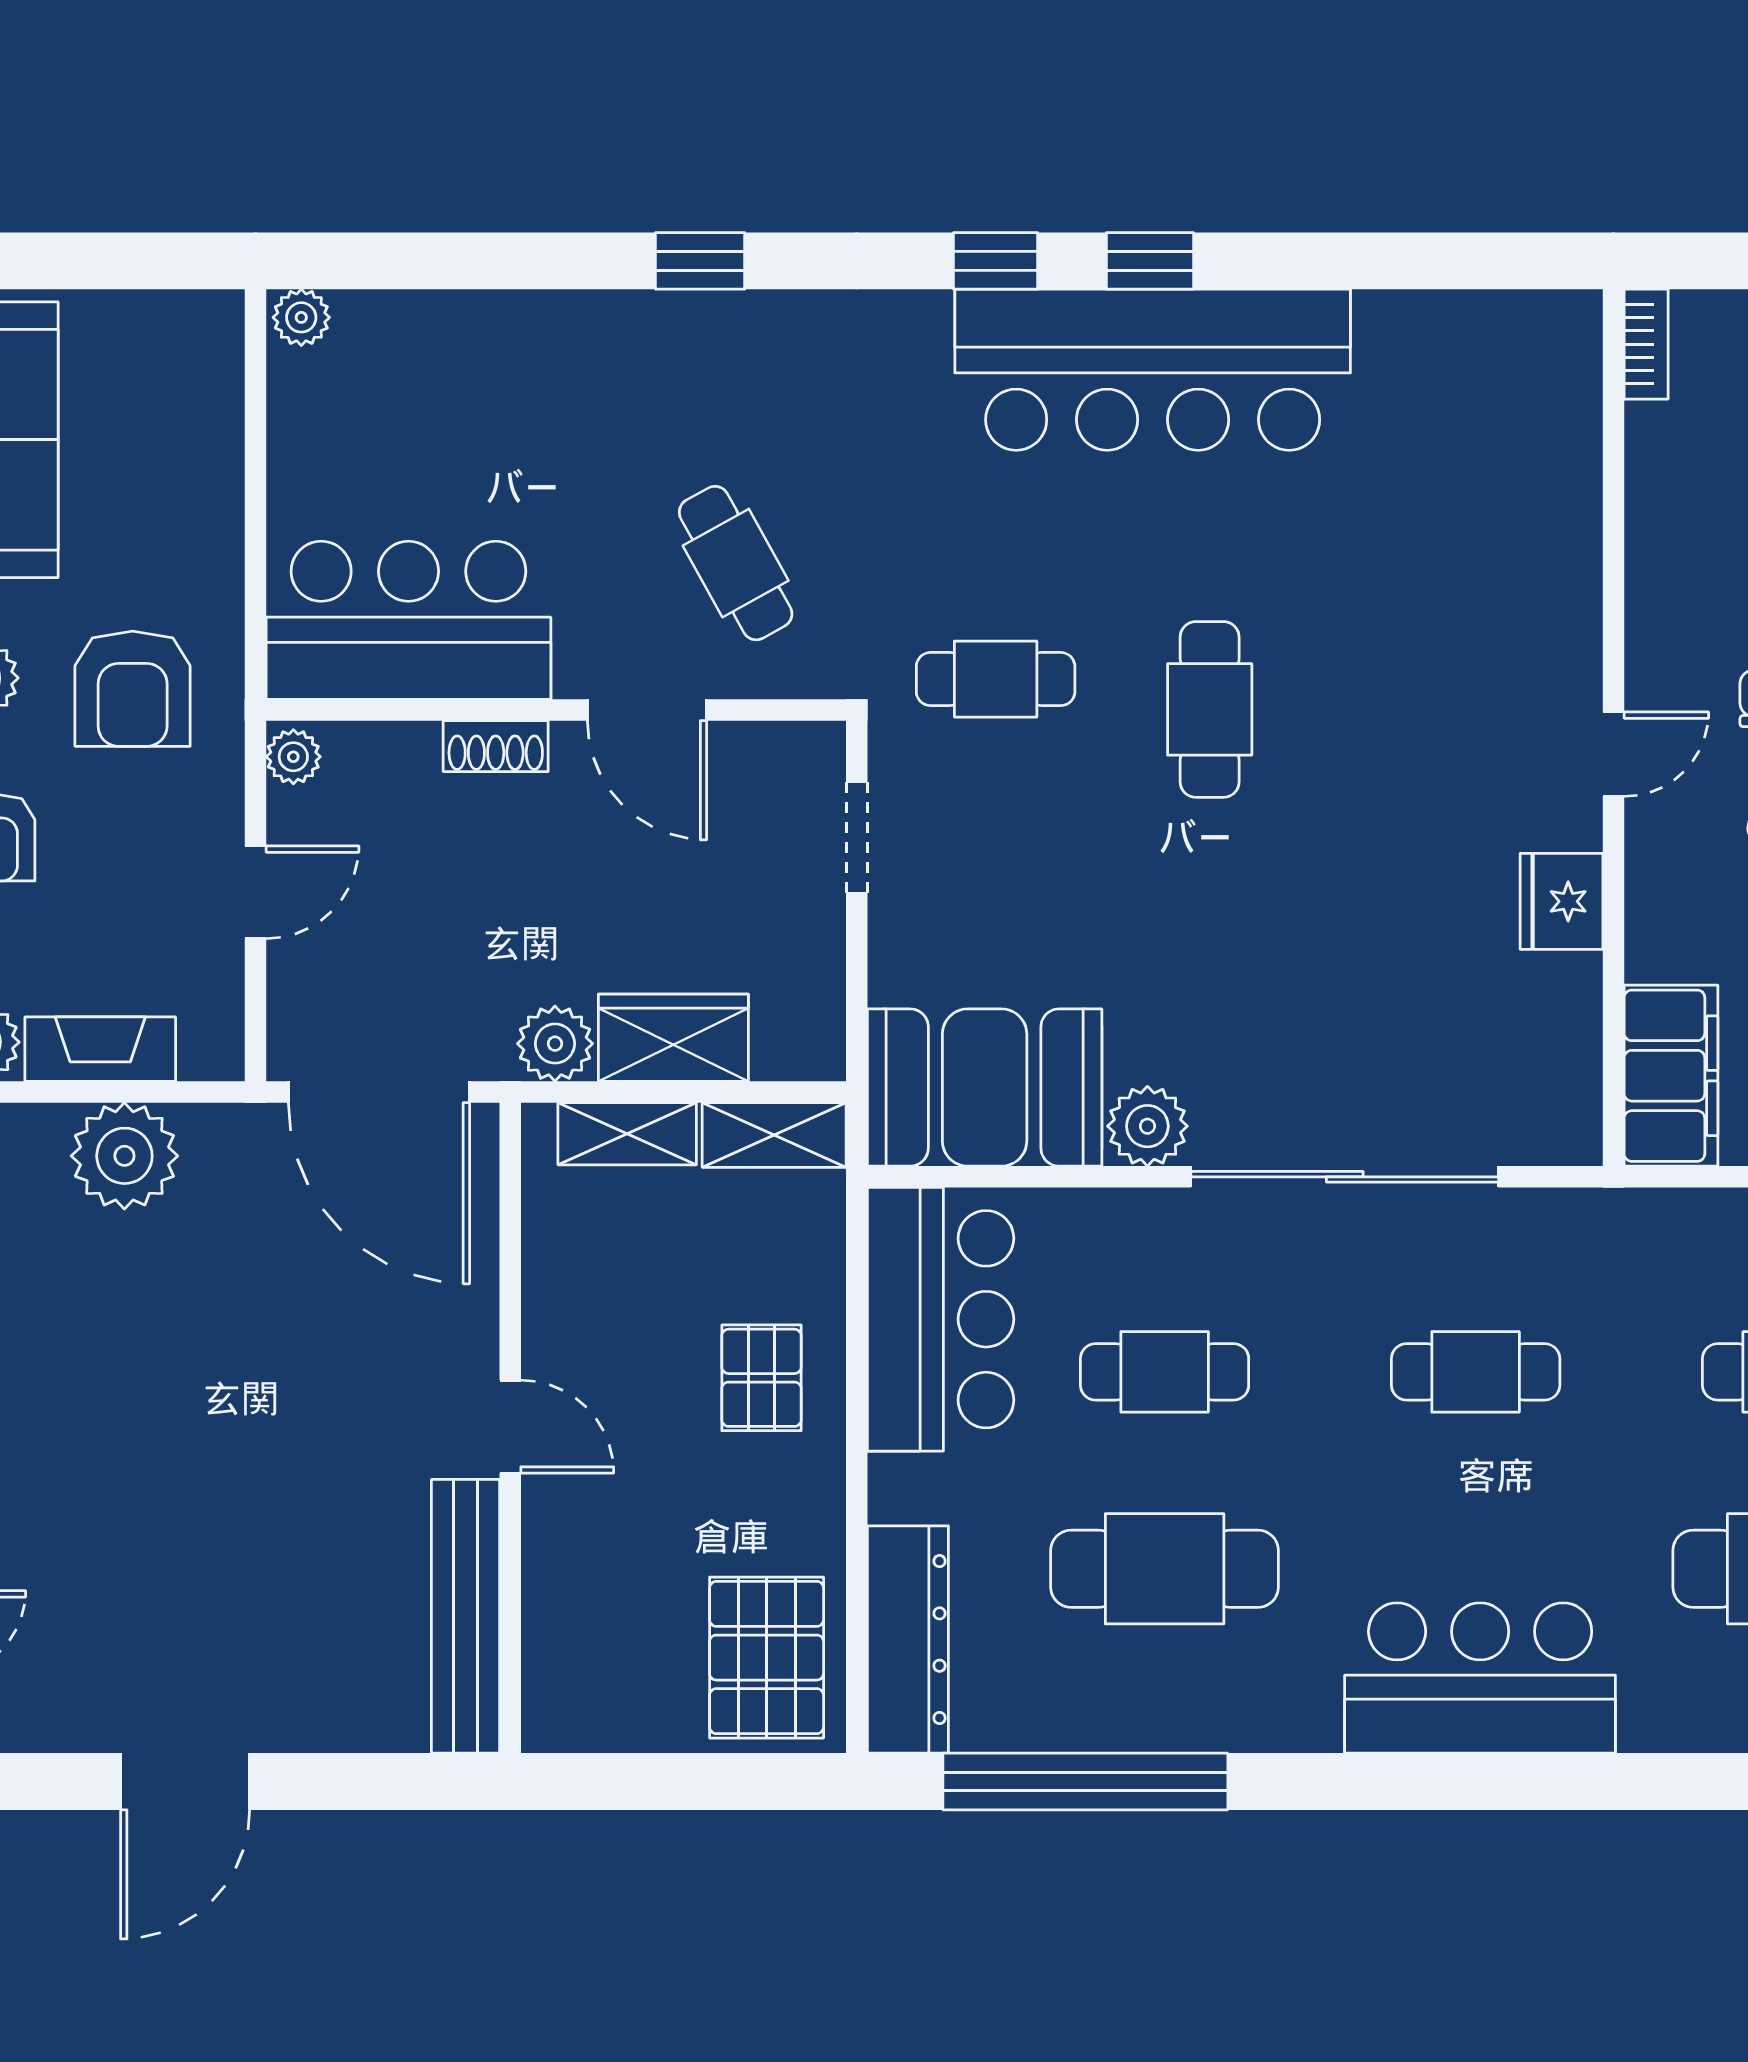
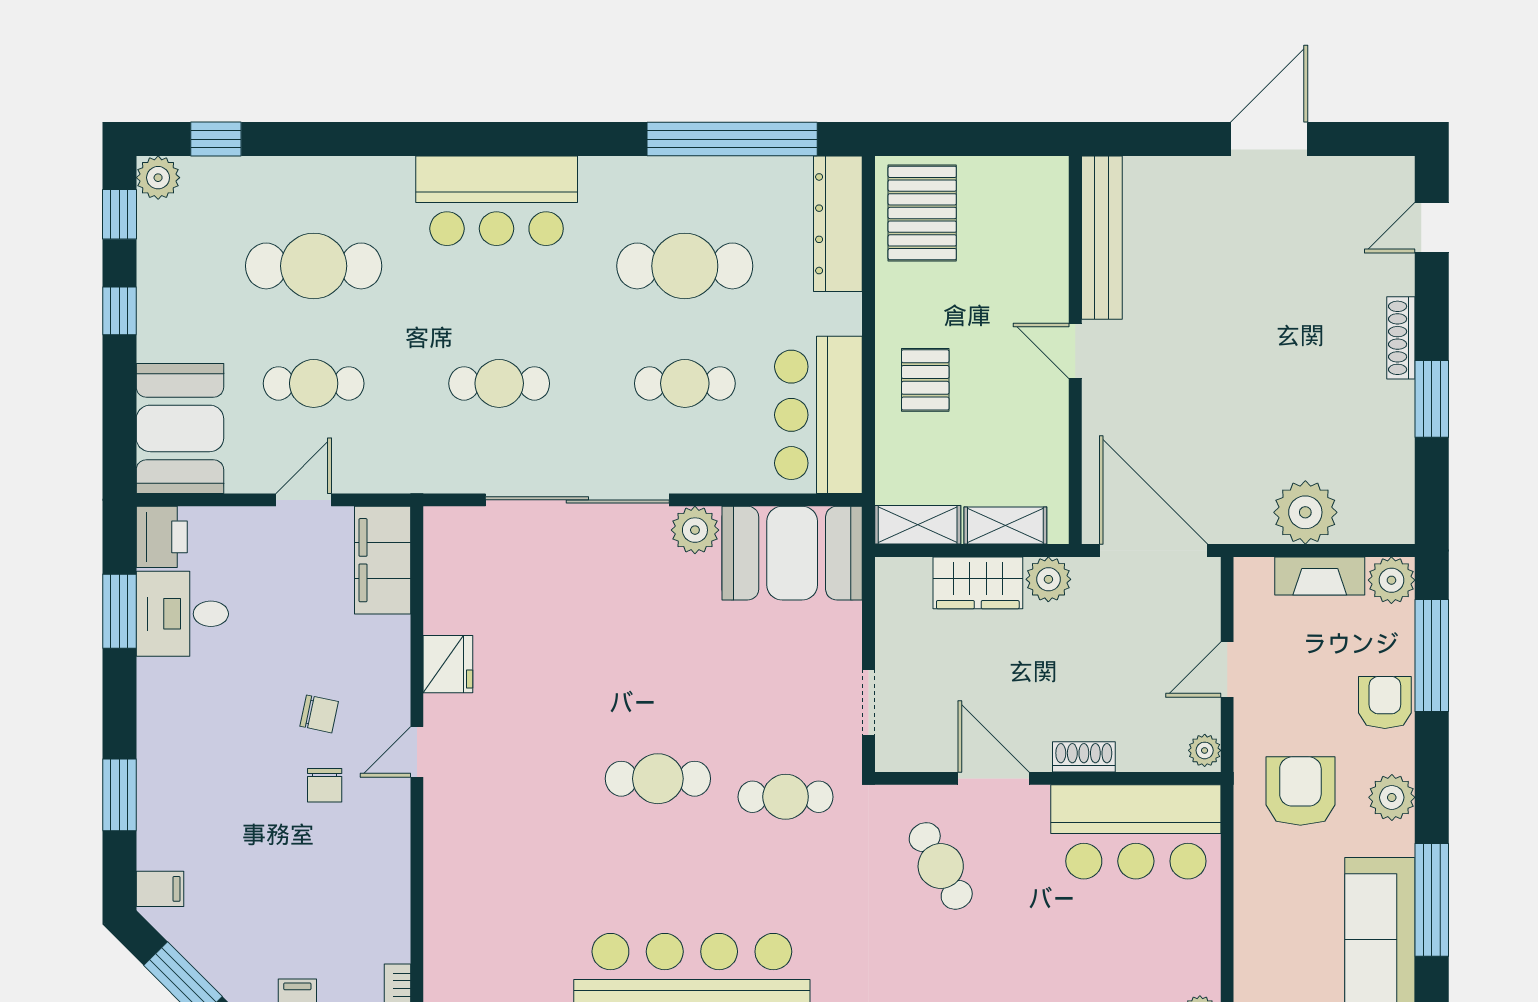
cafe table: (1210, 709) -> (658, 779), turned 90

